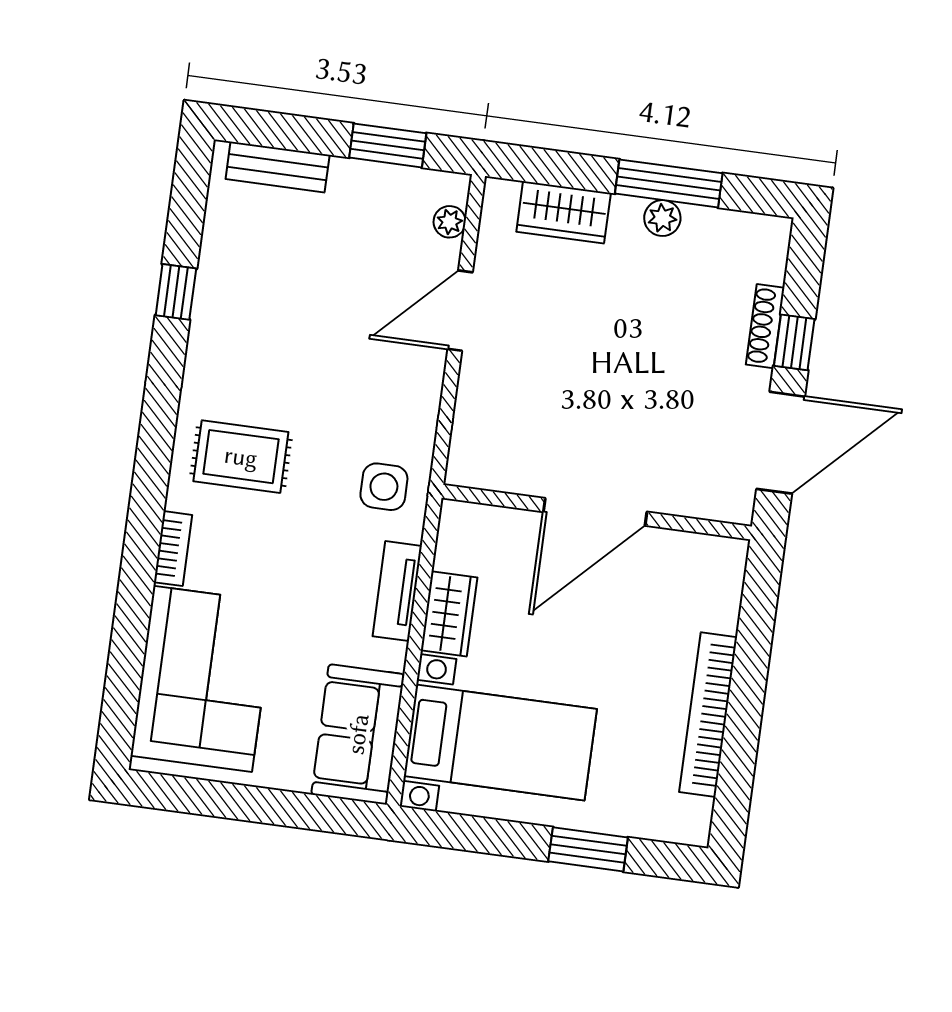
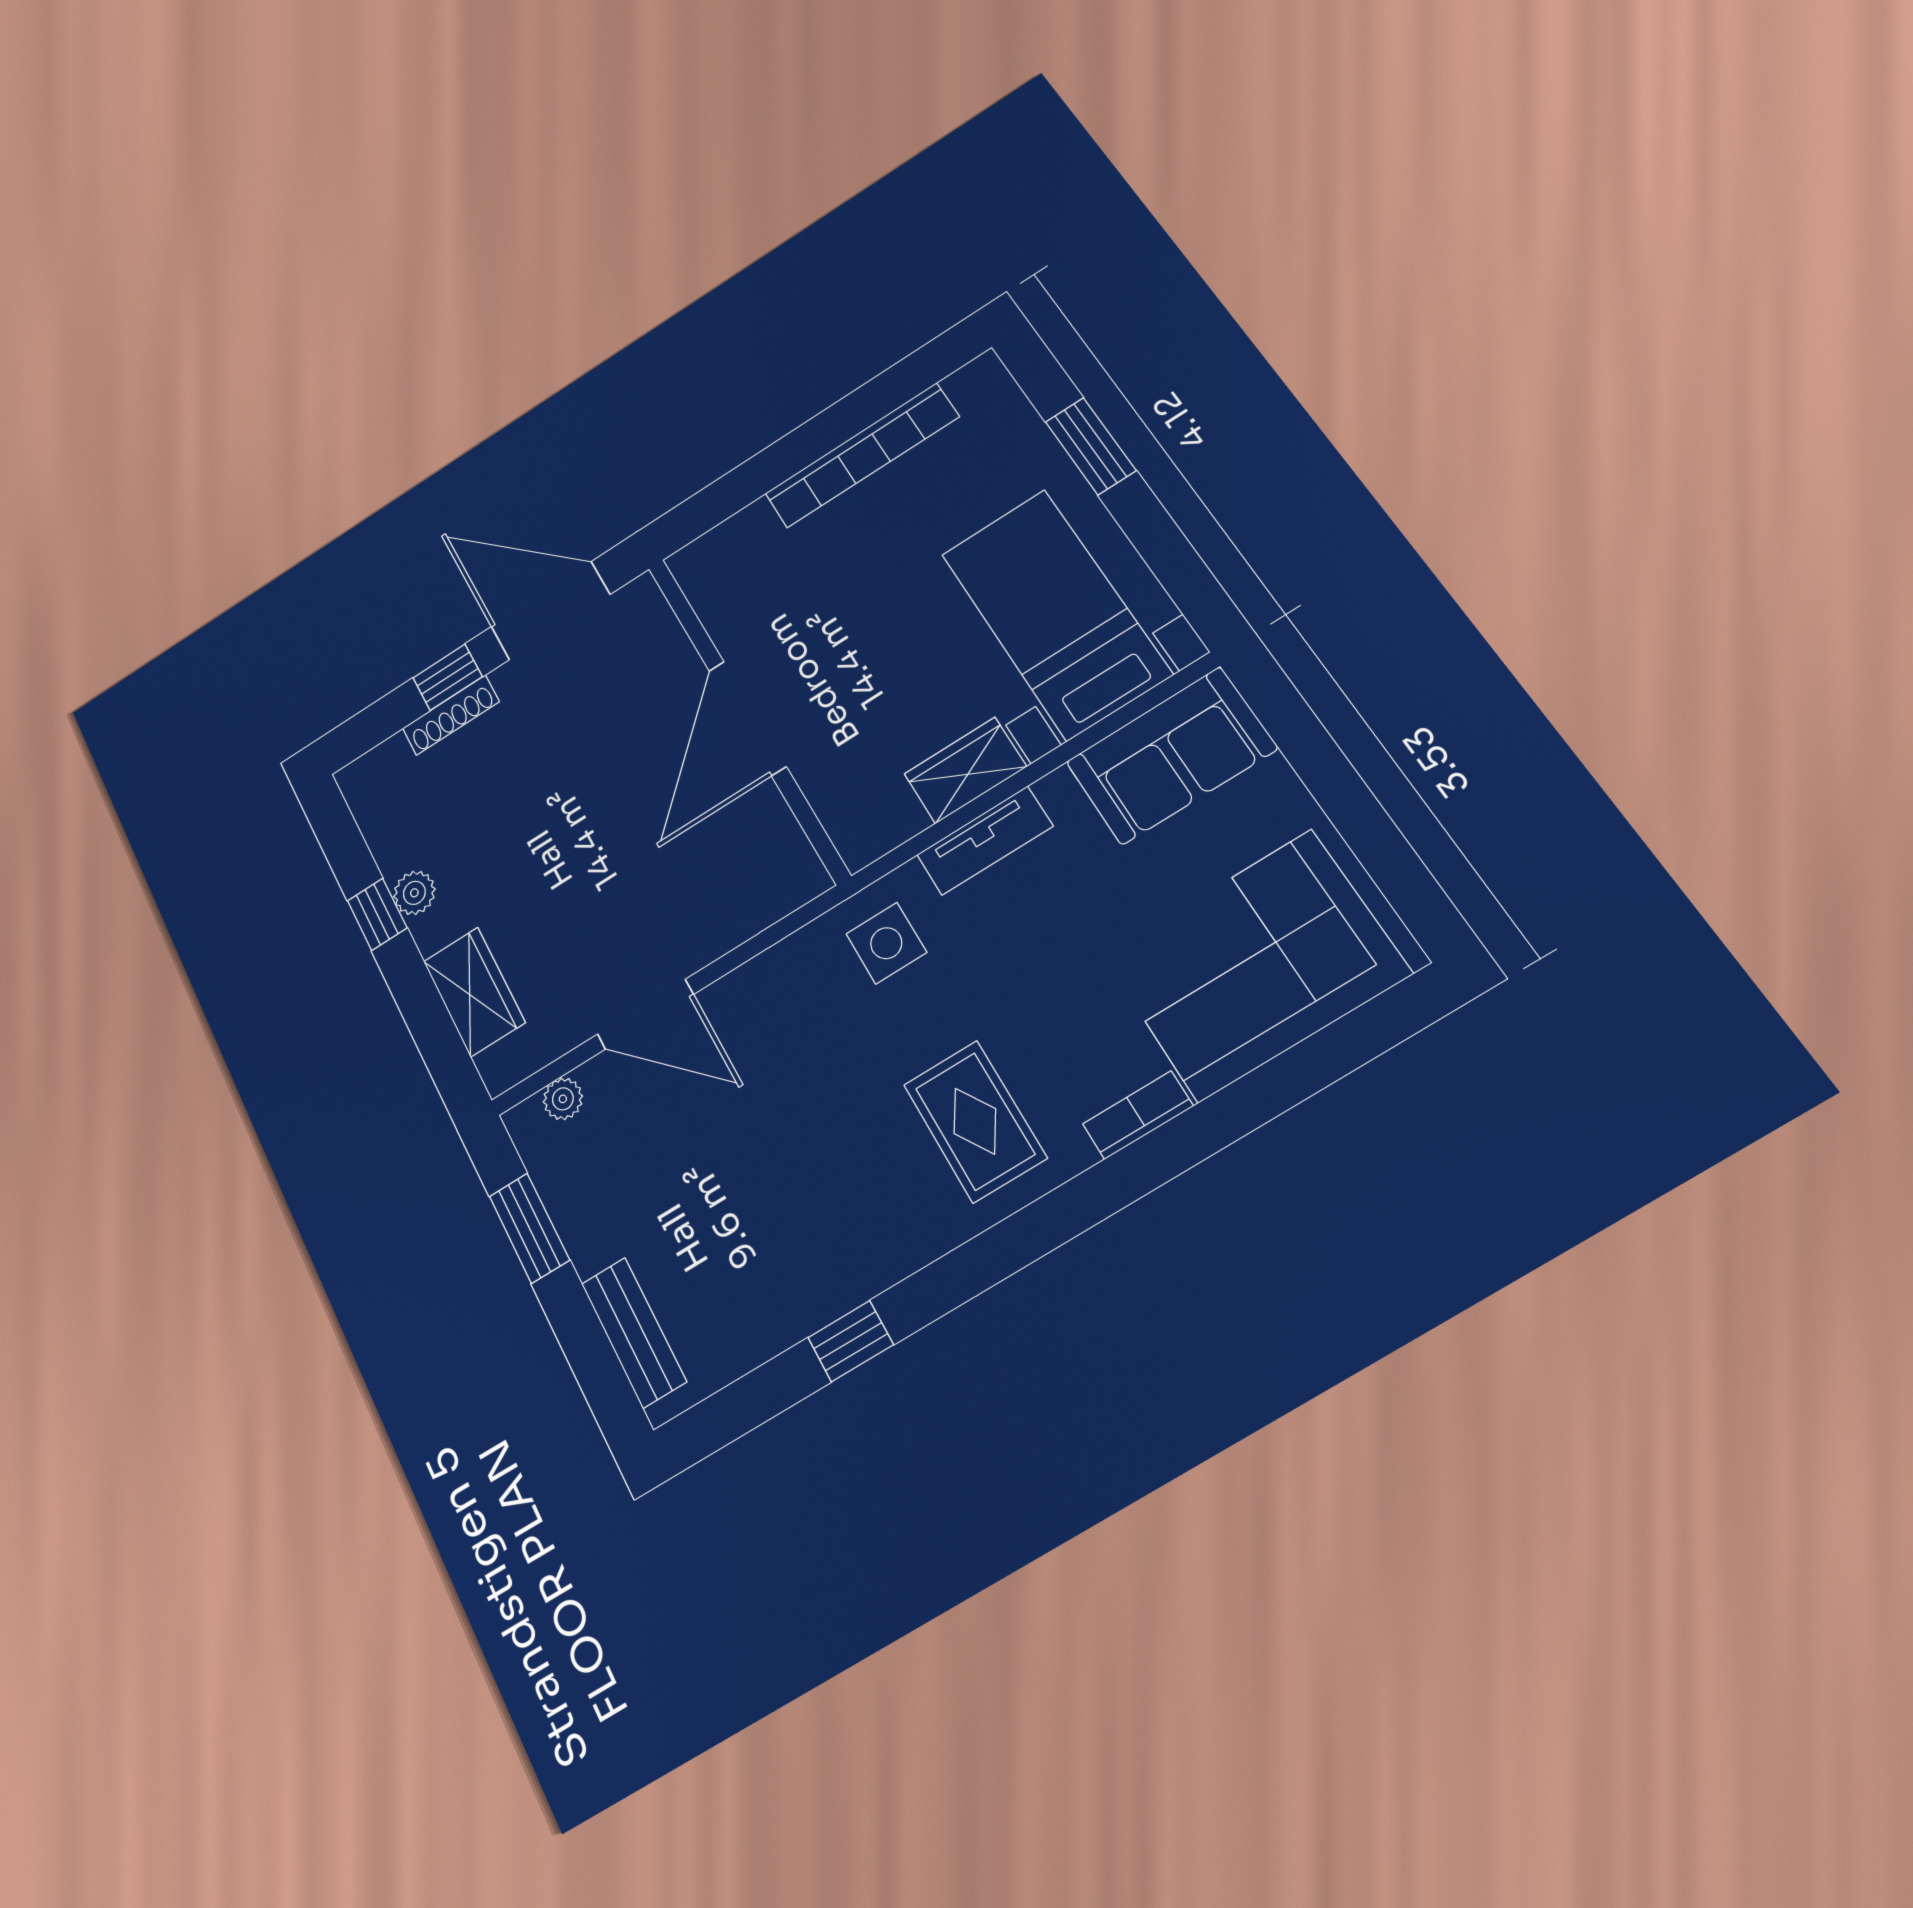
window: (669, 183) -> (377, 914), width x0.46
door: (595, 512) -> (747, 718), swing flipped

